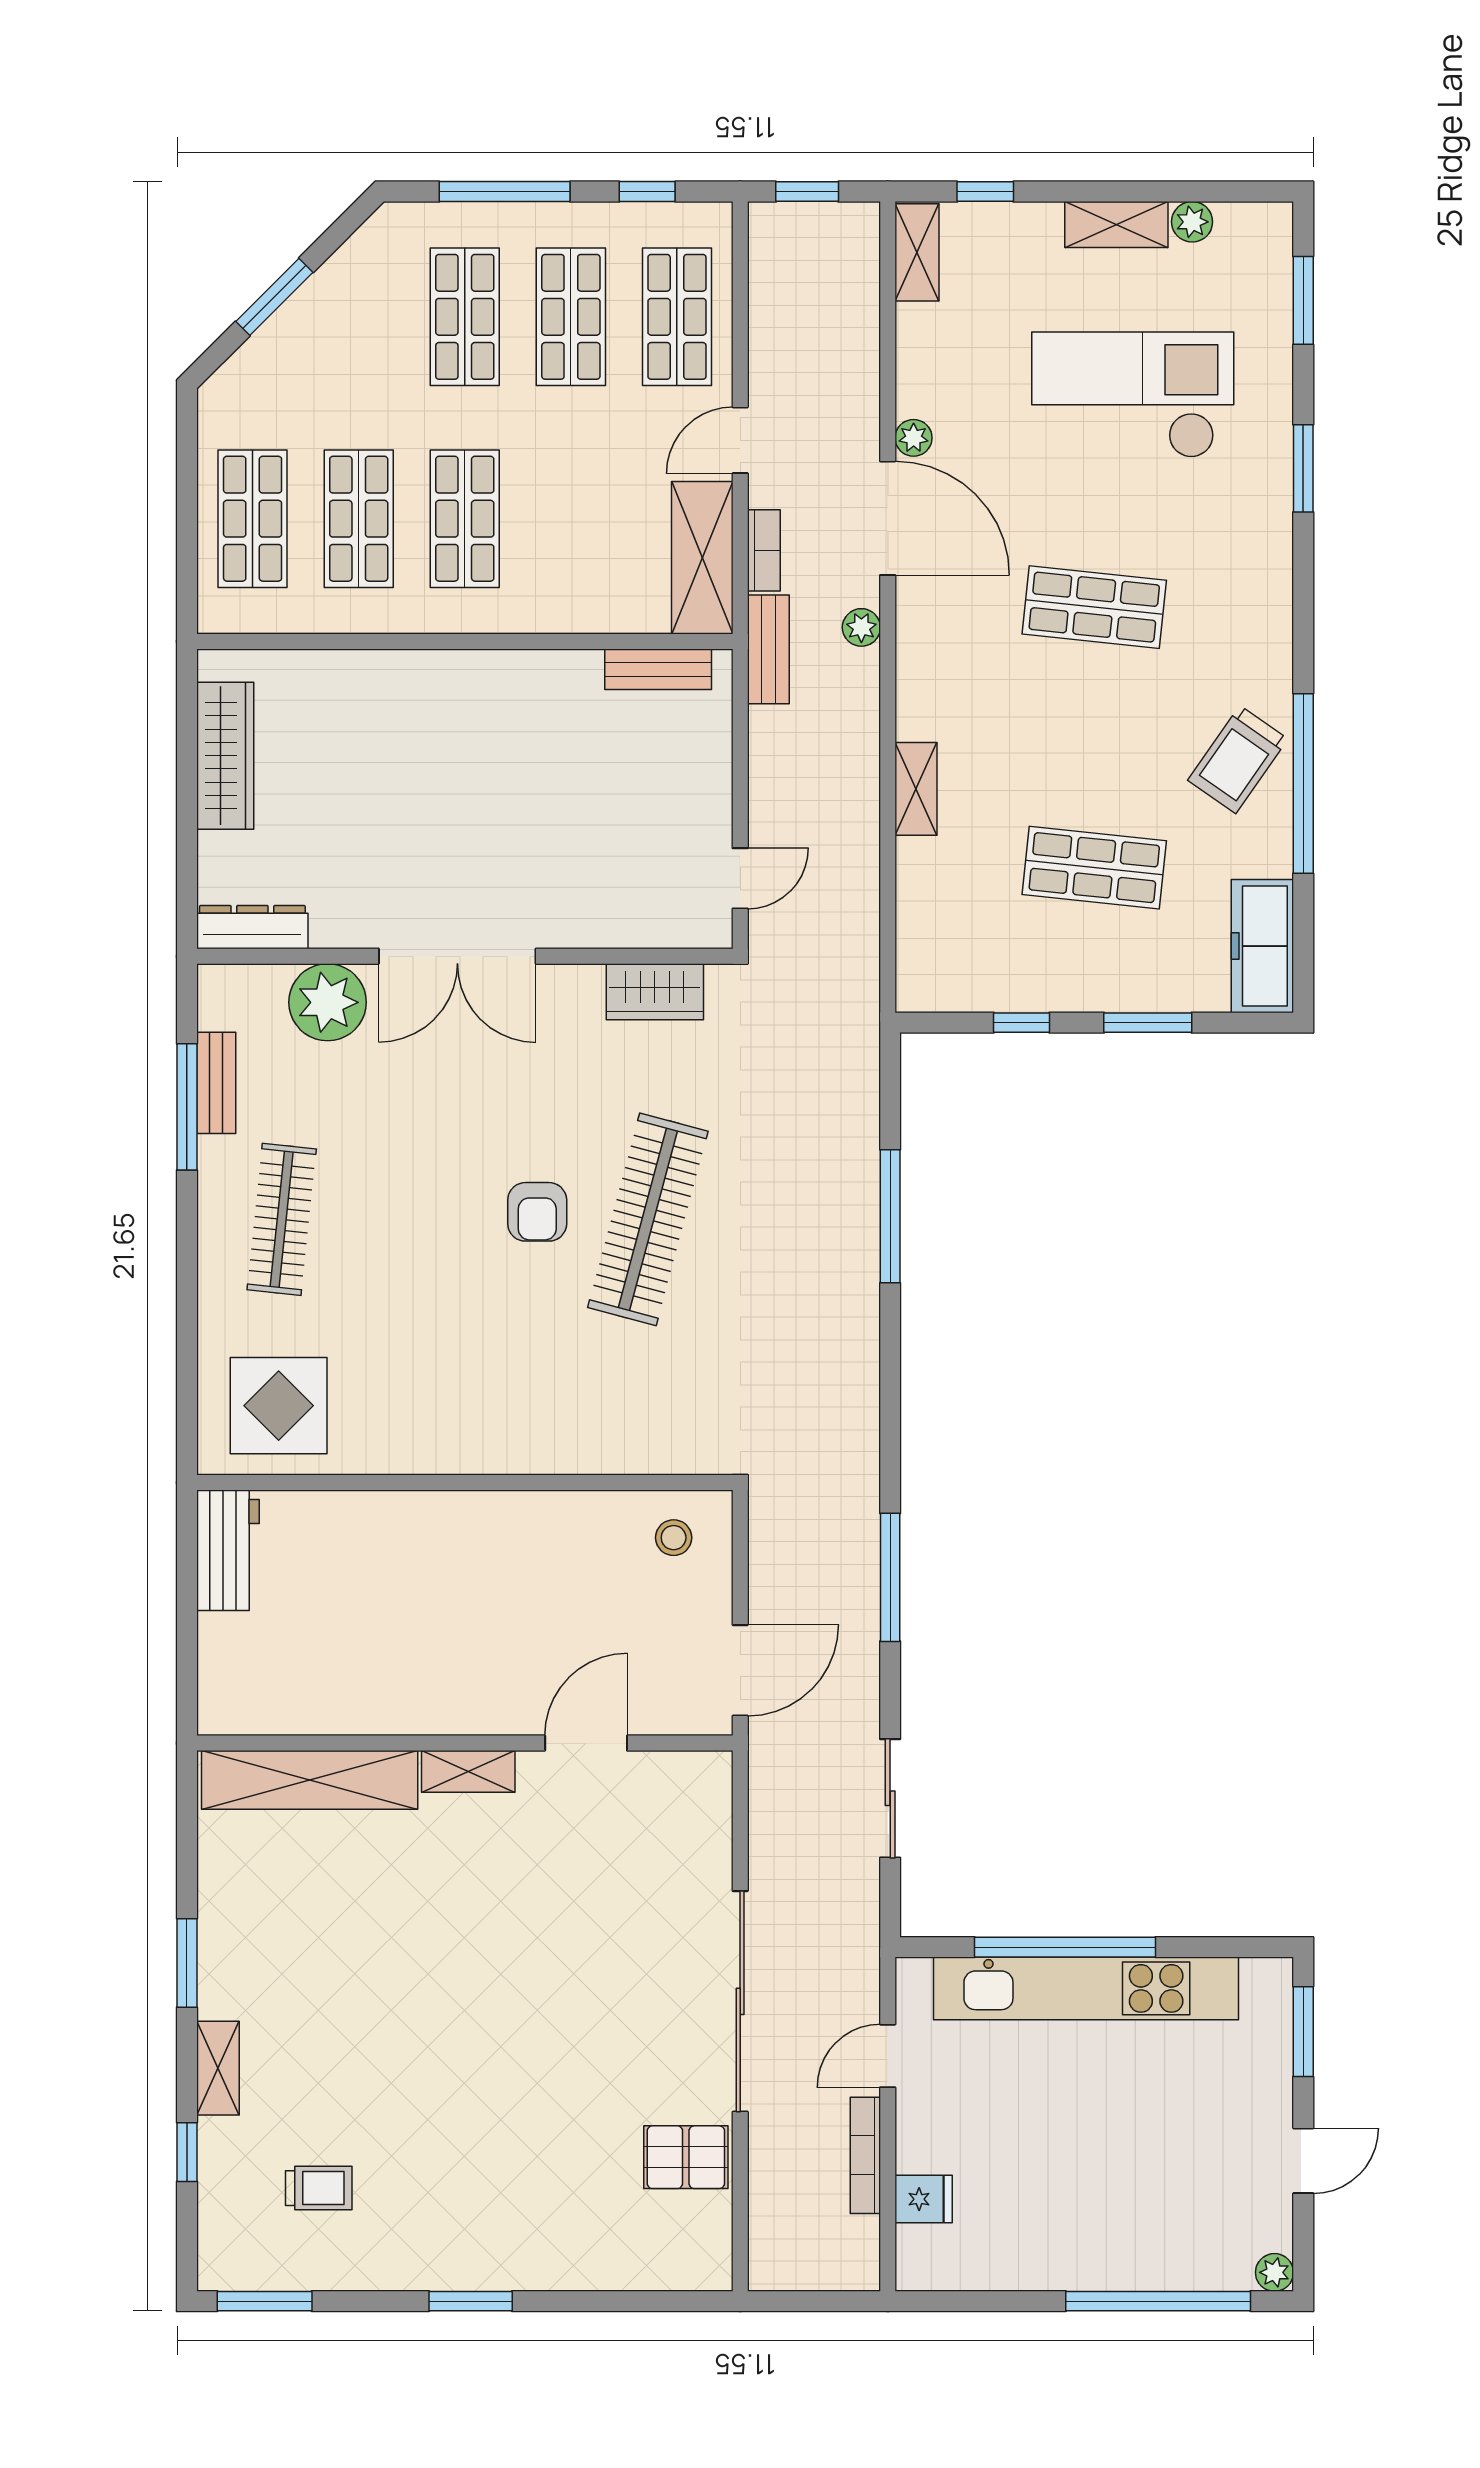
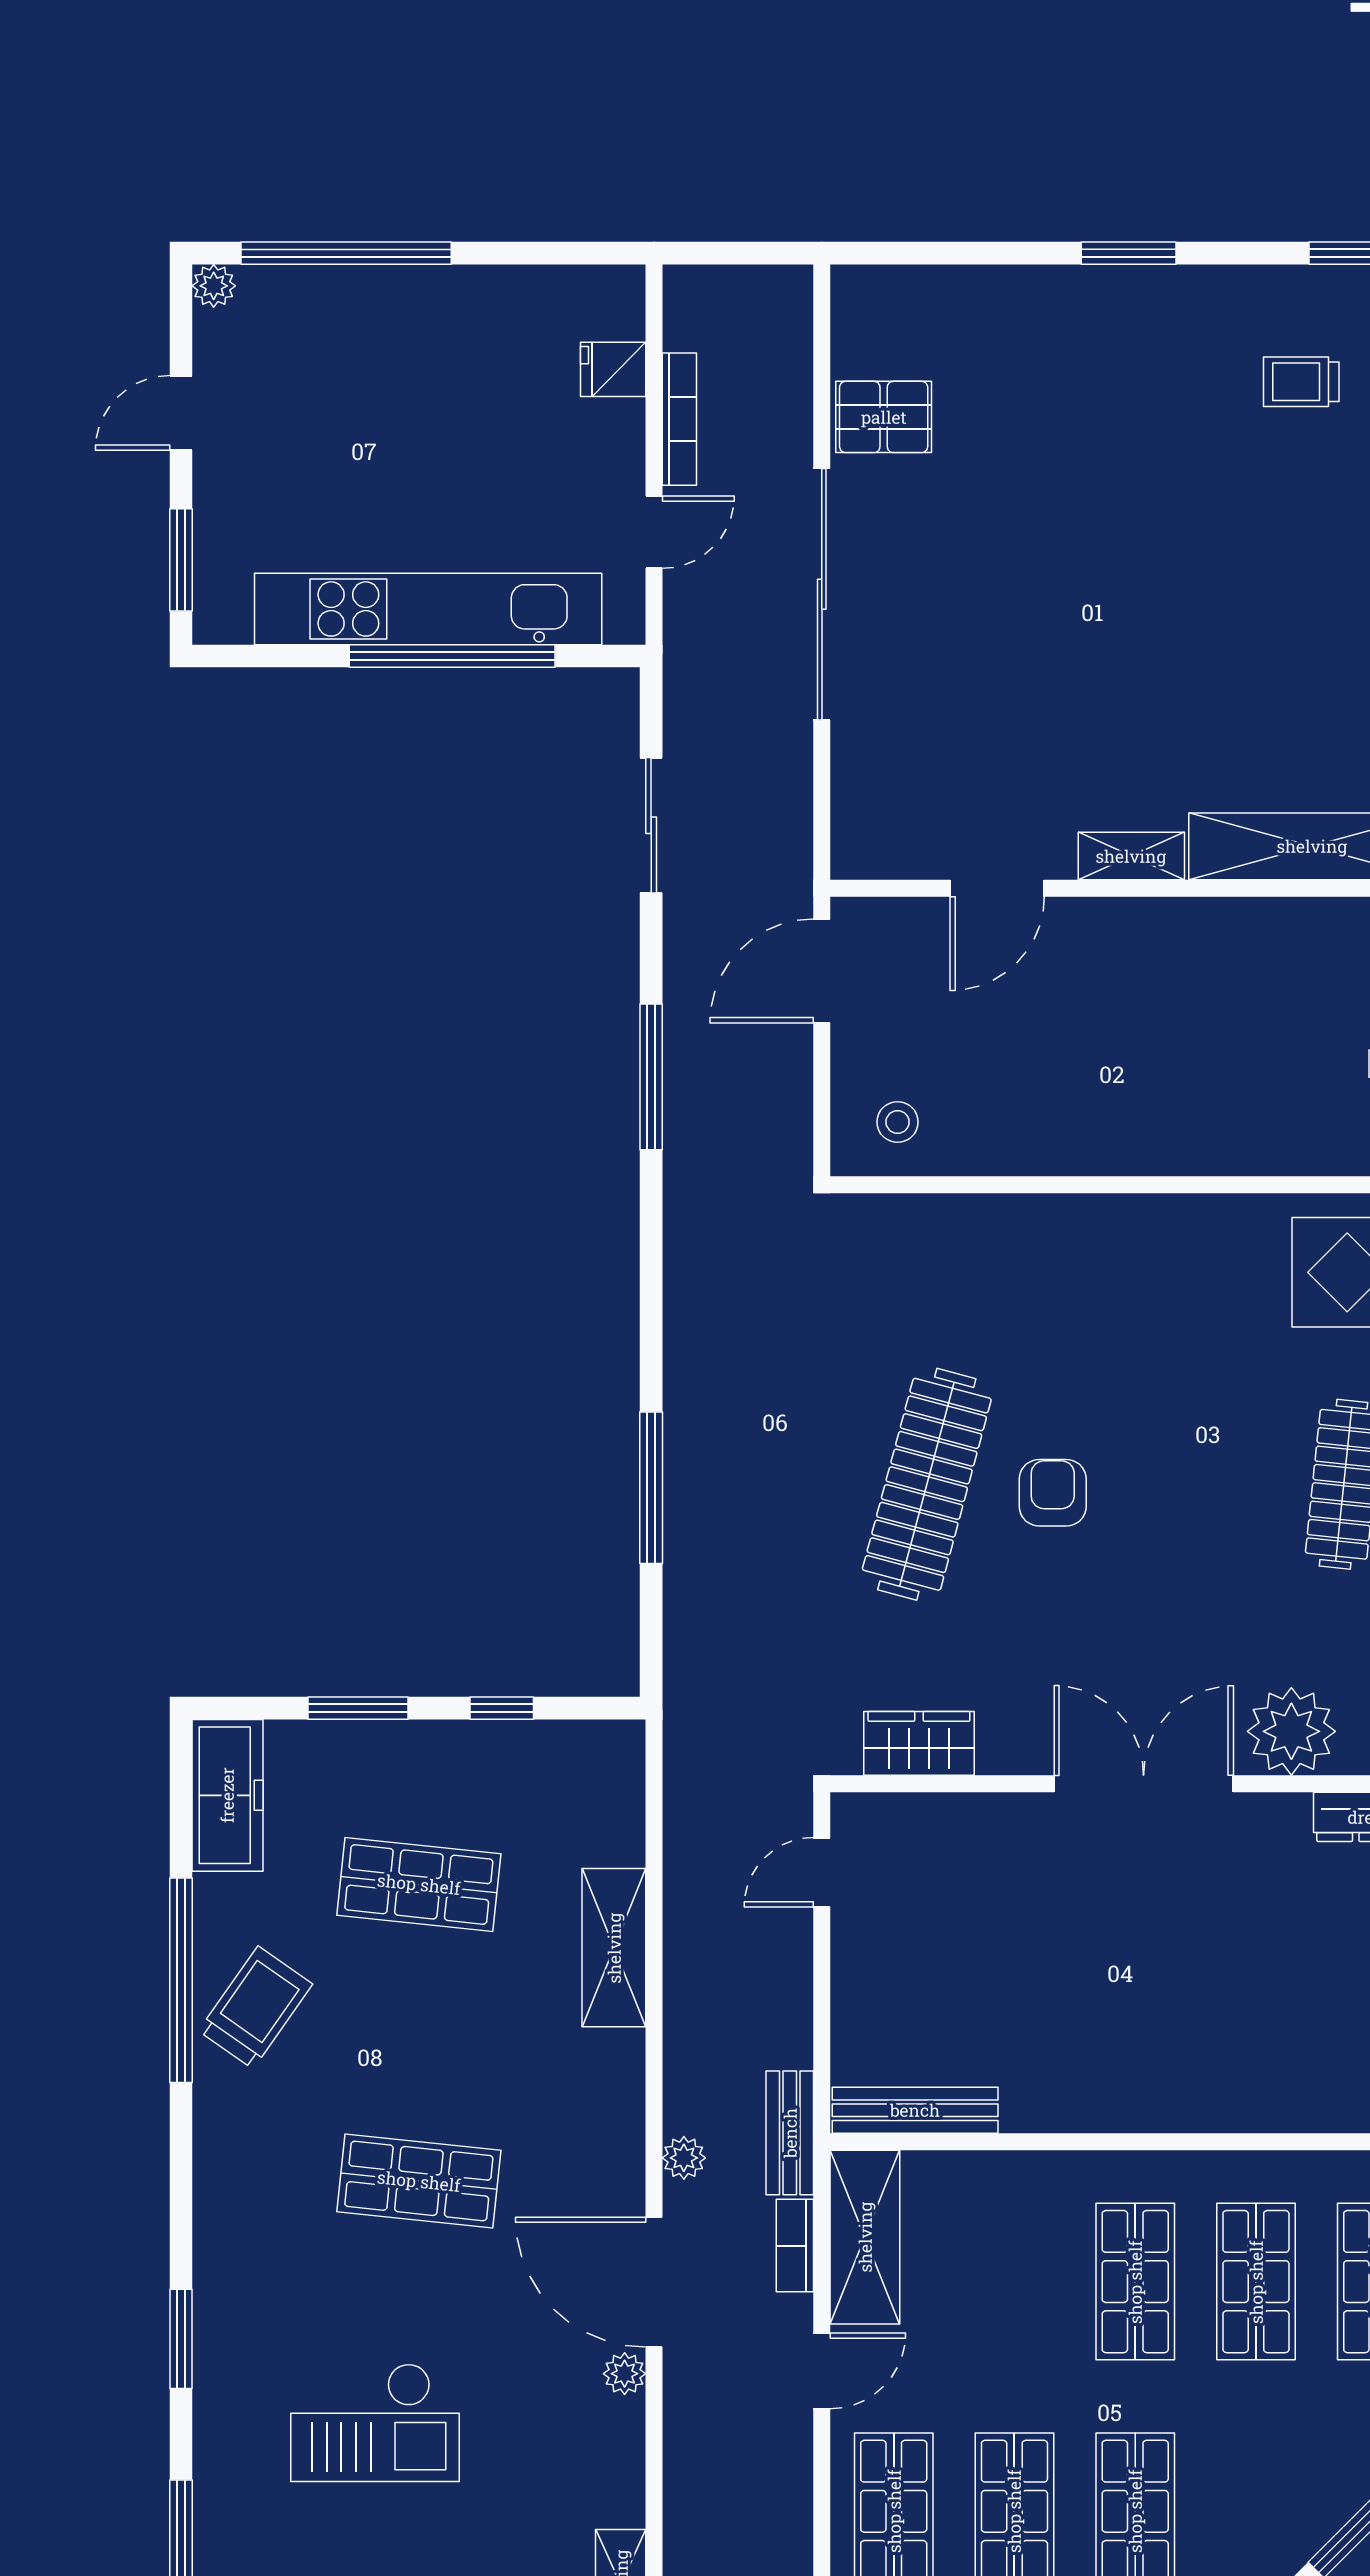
checkout: (1133, 395) -> (375, 2422), width x0.73, depth x0.83
bench: (658, 669) -> (915, 2110), width x1.36
shelving: (916, 789) -> (614, 1948), width x1.50, depth x1.33

